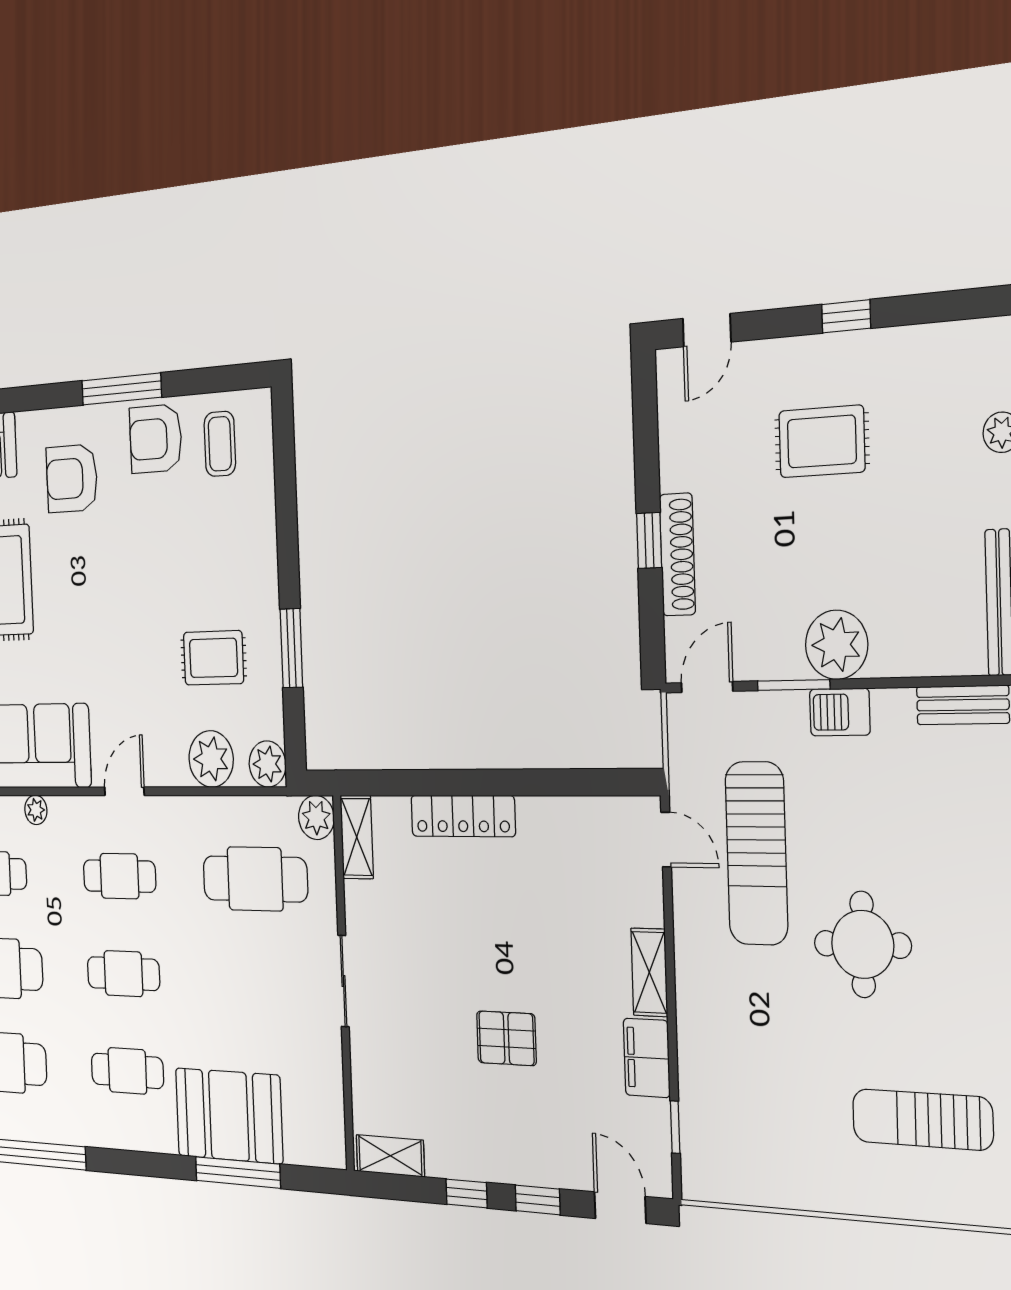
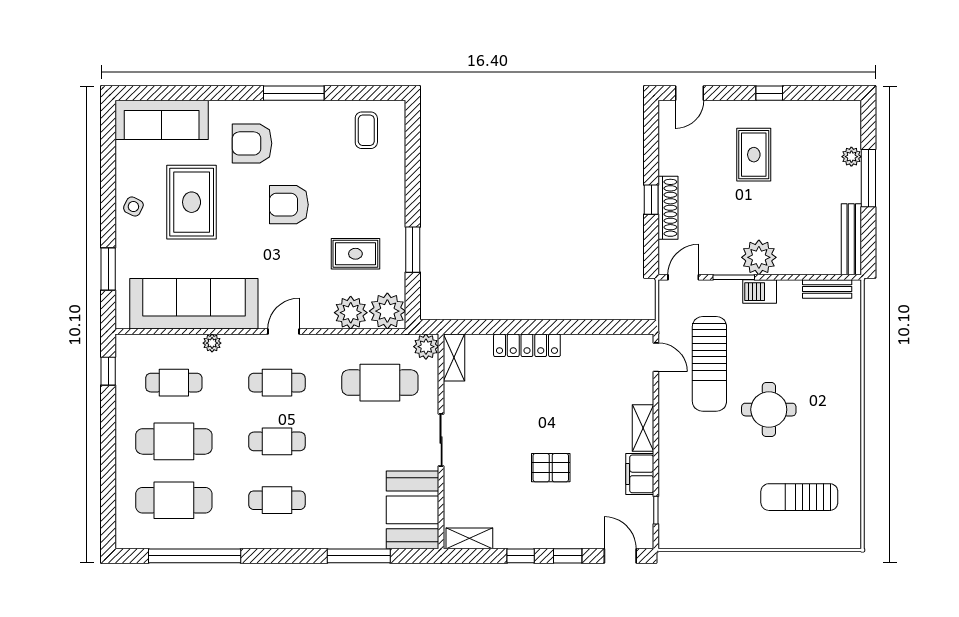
armchair: (156, 439) -> (289, 205), moved
rug: (822, 441) -> (754, 155), turned 90
plant: (267, 764) -> (387, 311), width x1.36, depth x1.36
booth: (229, 1116) -> (412, 510), moved, turned 90

